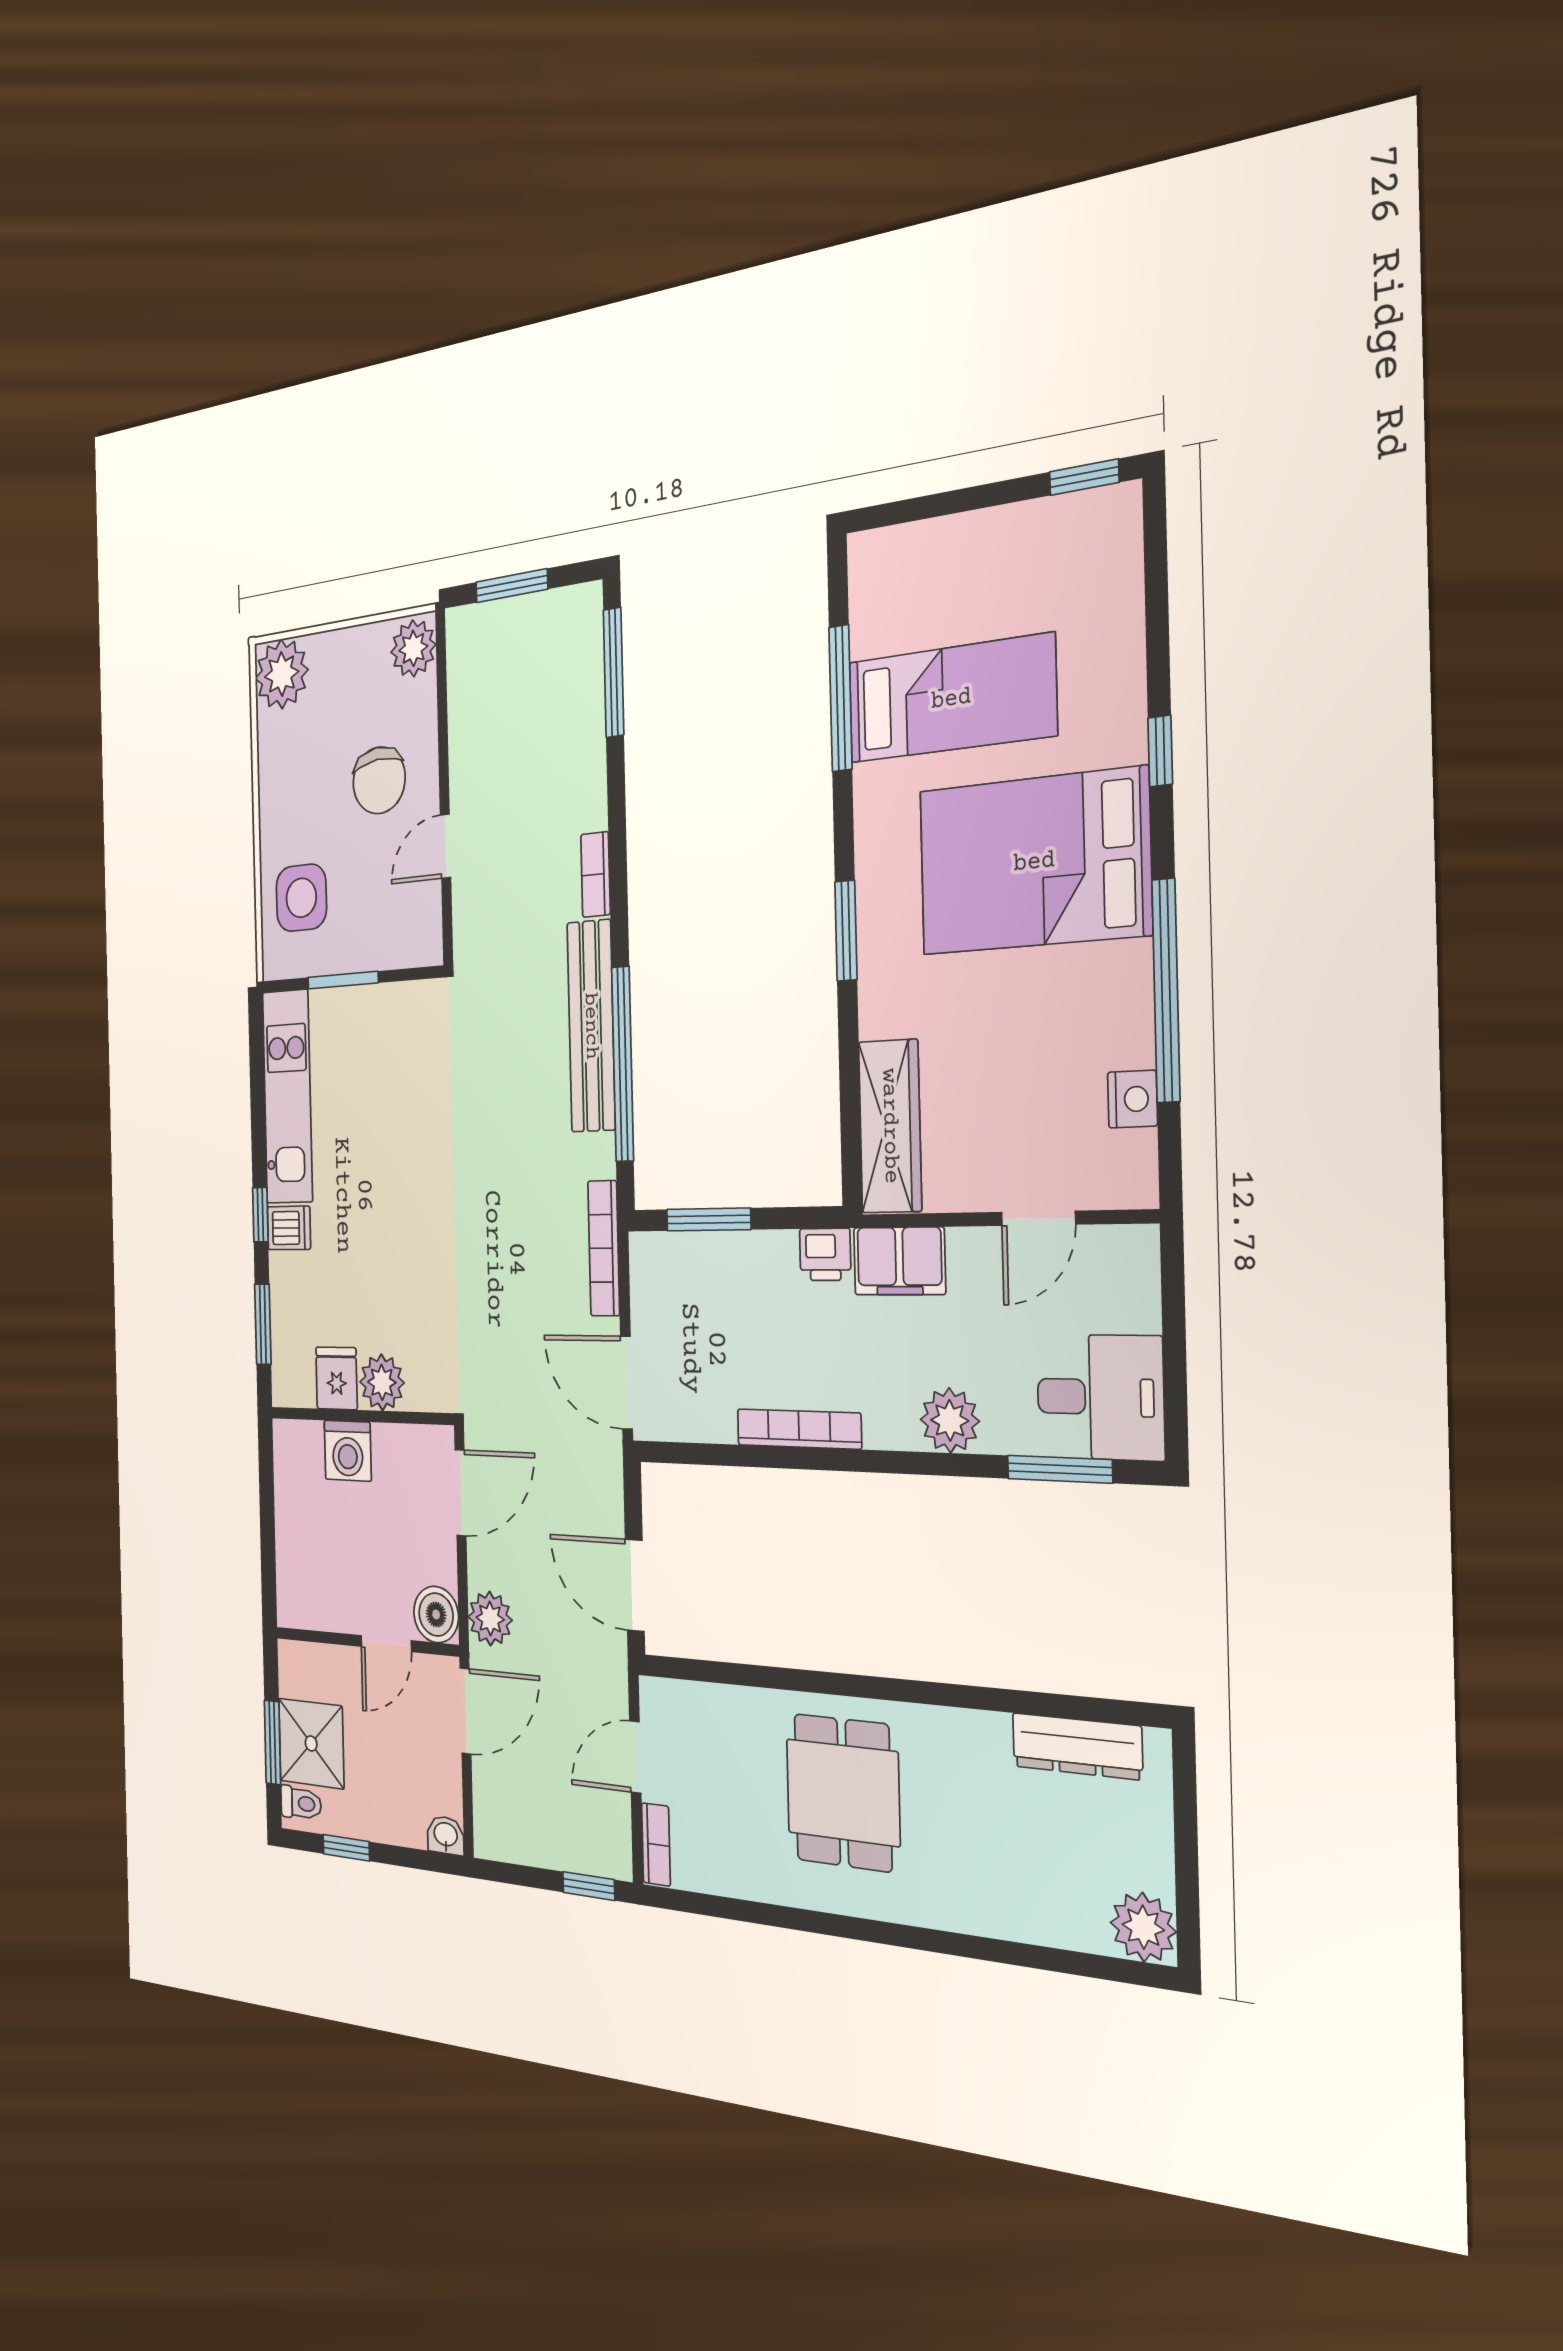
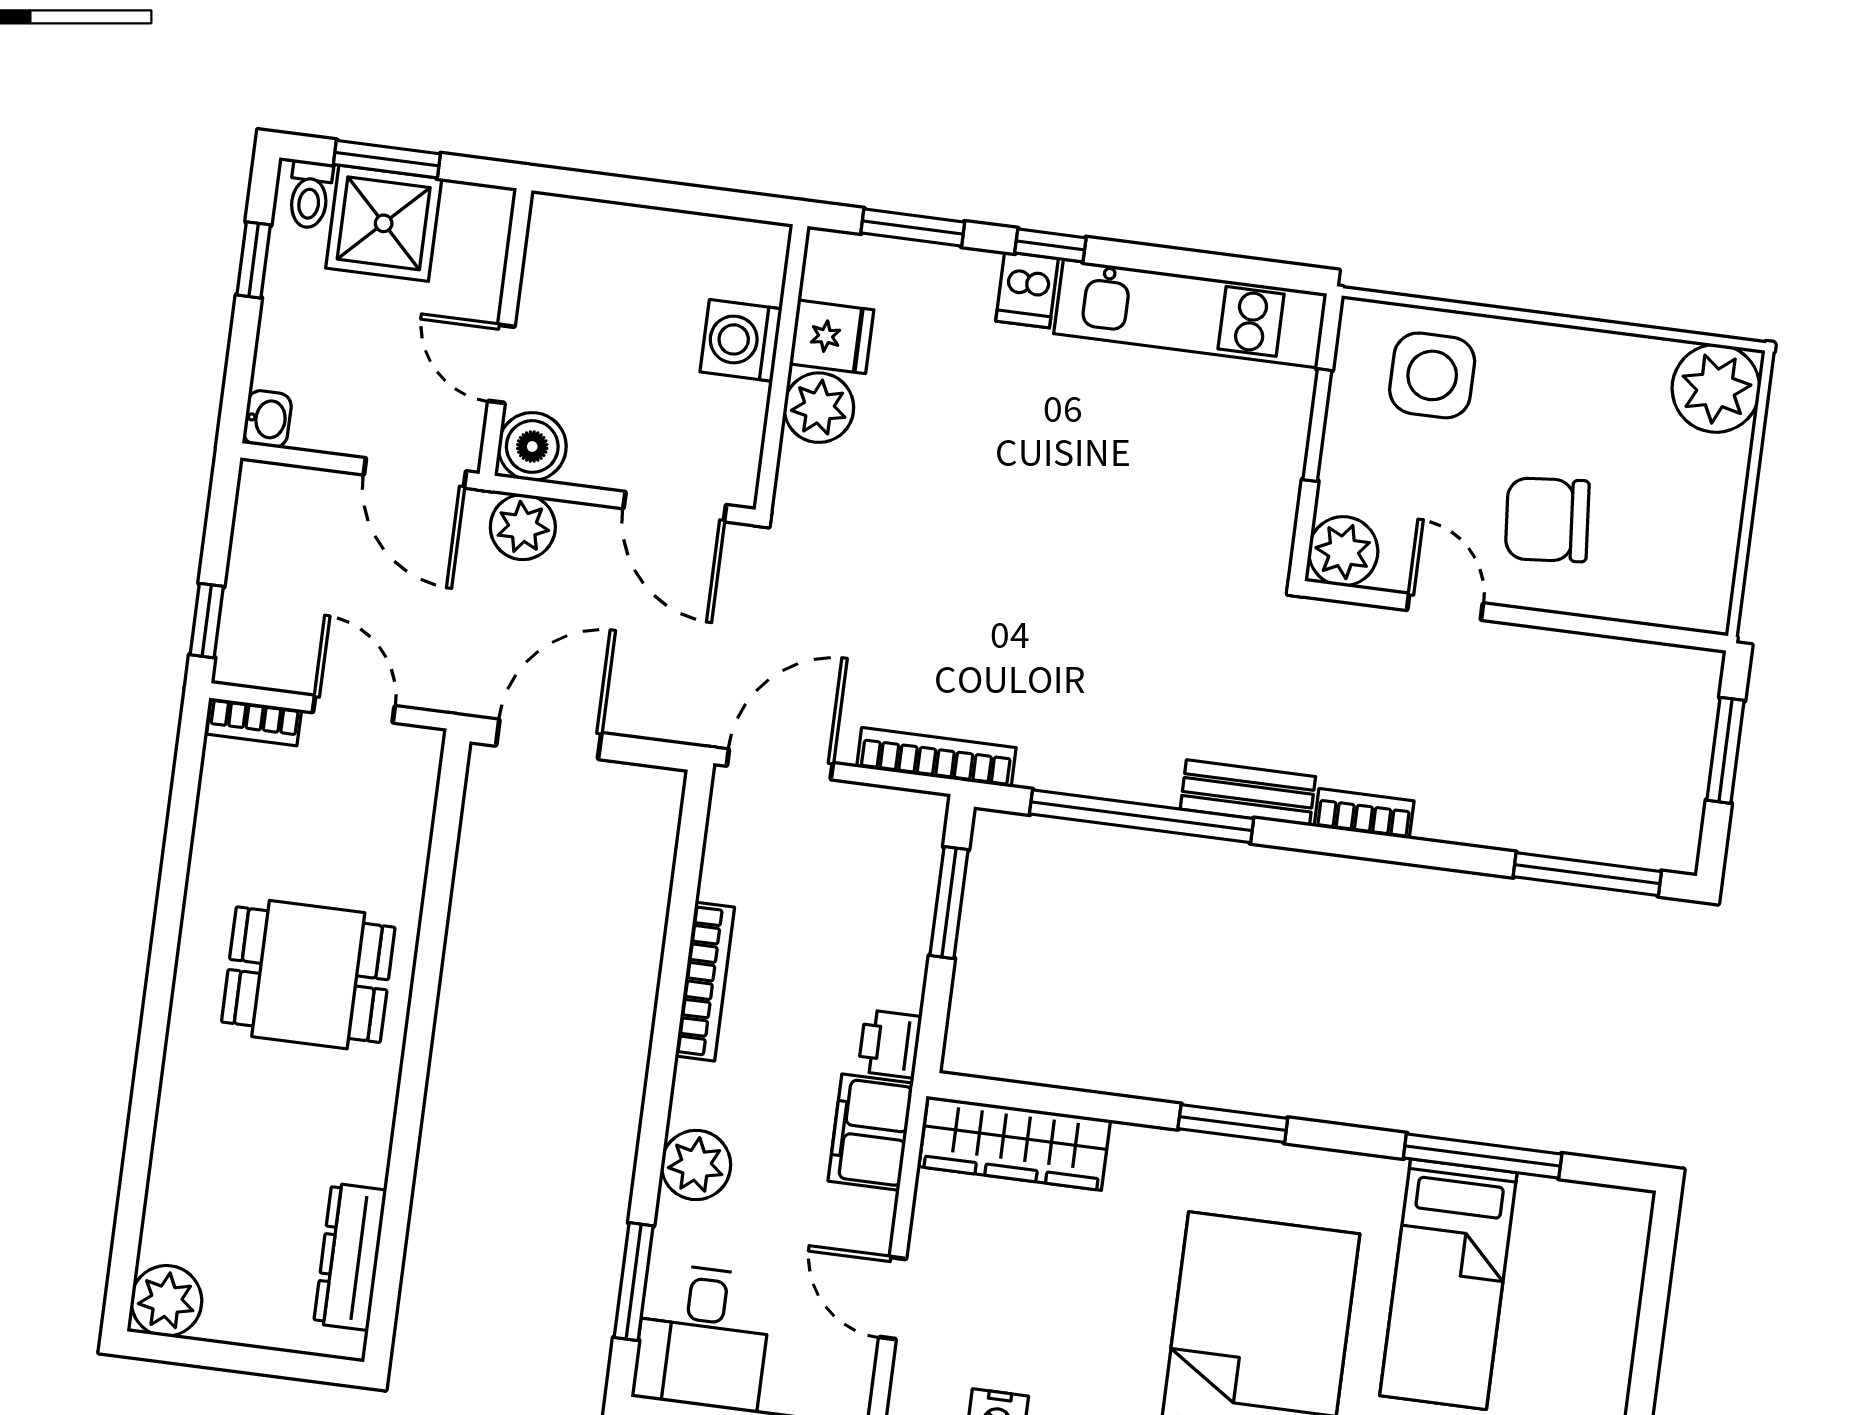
plant: (413, 648) -> (1343, 551), moved
bench: (591, 1026) -> (1248, 793), width x0.54, depth x0.82

